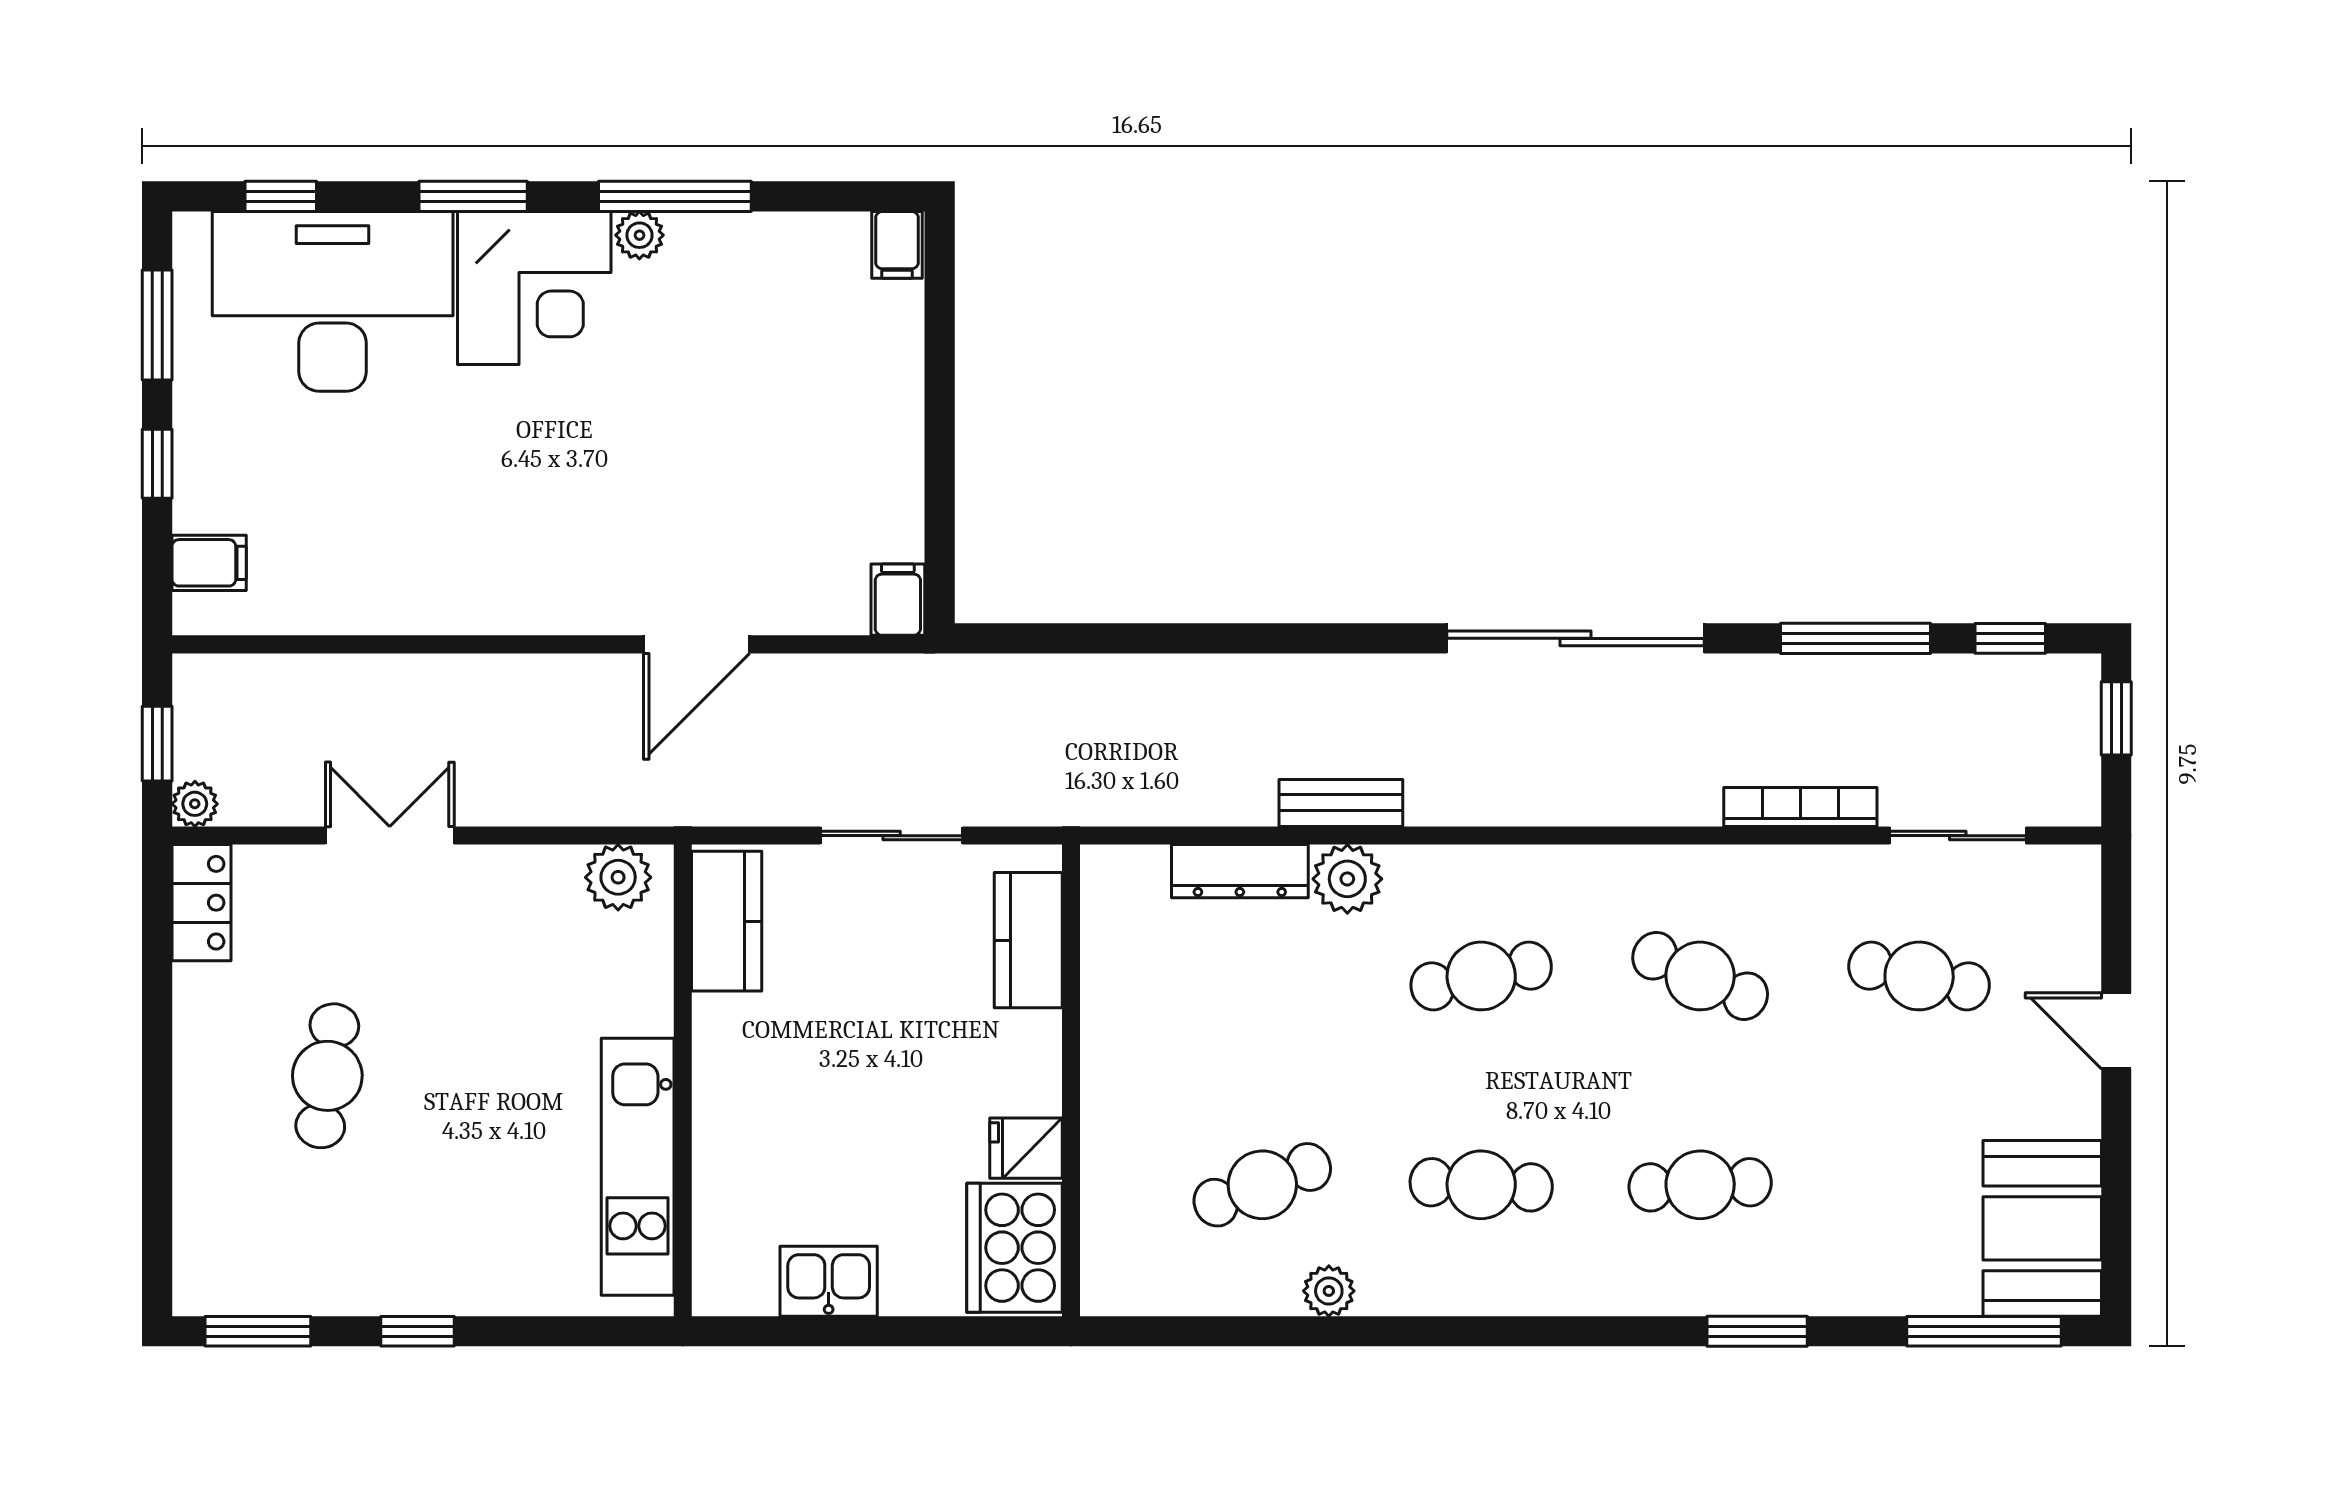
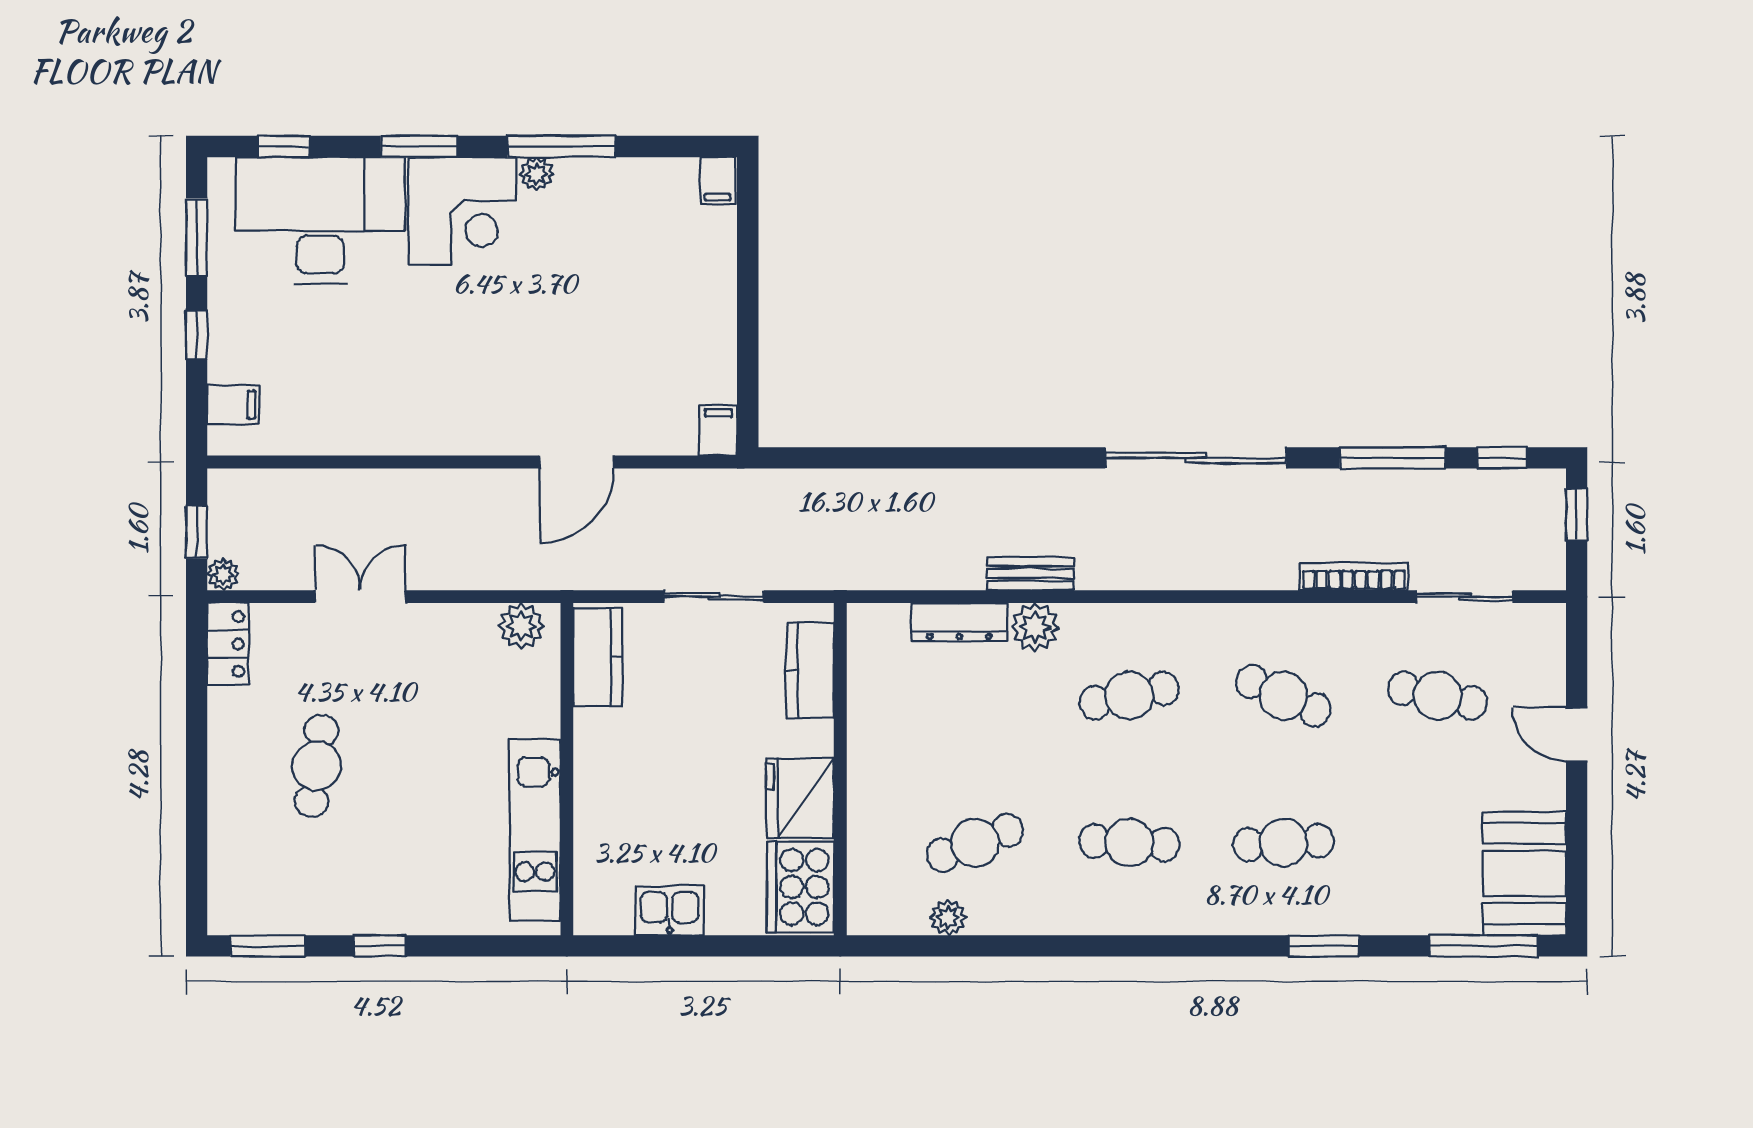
fridge: (1026, 1148) -> (800, 798), width x1.88, depth x1.34
plant: (1329, 1291) -> (948, 917), moved

